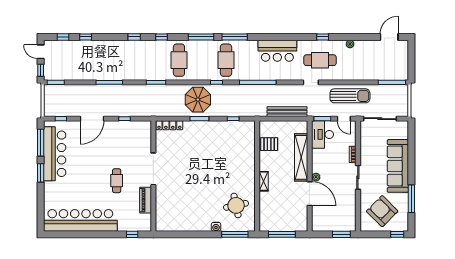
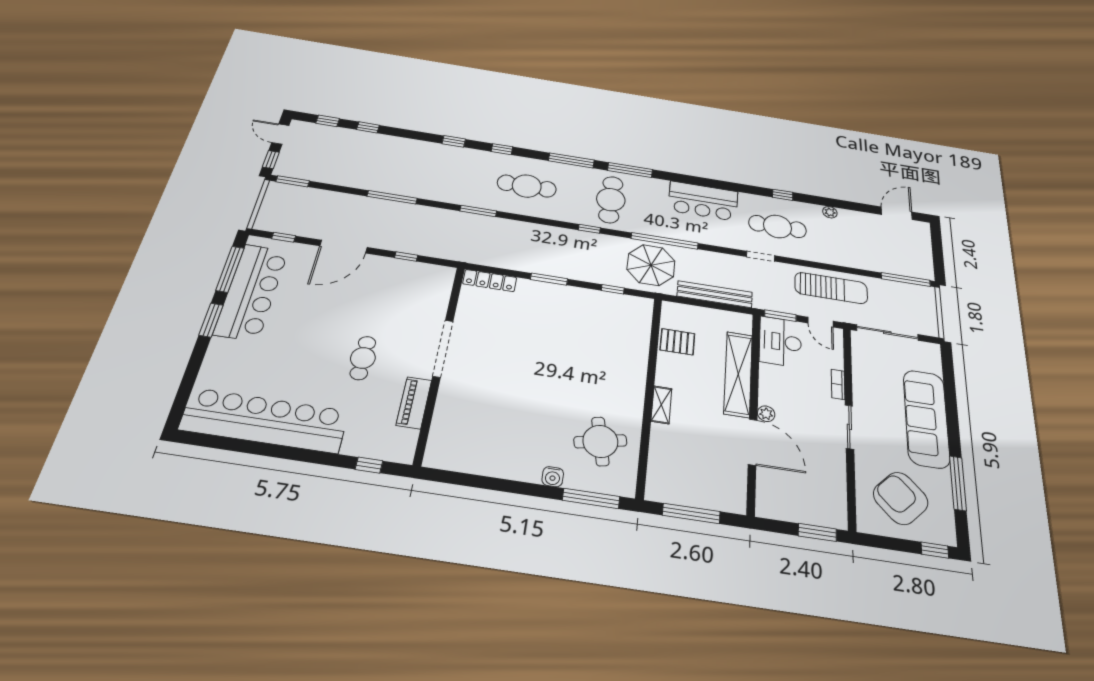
cafe table: (179, 60) -> (527, 186), turned 90
parasol: (198, 100) -> (651, 265), moved

